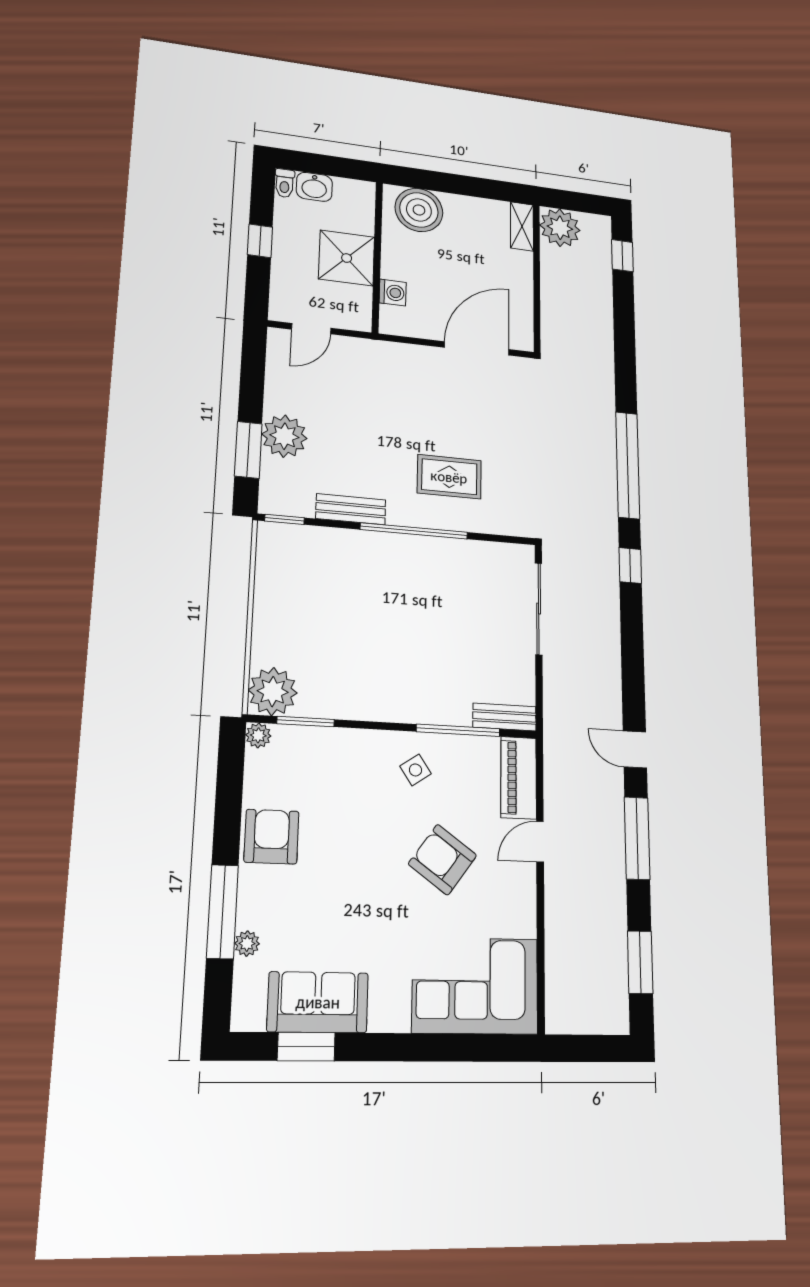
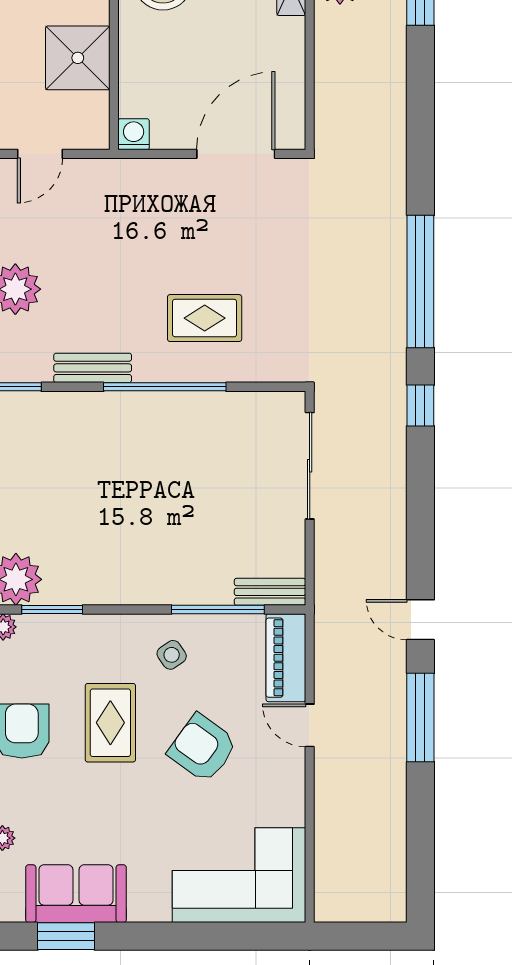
washing machine: (393, 293) -> (134, 134), moved, turned -90
rug: (357, 832) -> (110, 723), added
door: (540, 842) -> (310, 725), hinge flipped
window: (640, 962) -> (420, 849), removed

